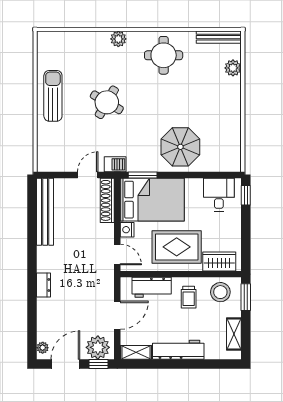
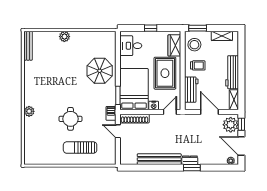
round table: (164, 55) -> (40, 82), removed
plant: (233, 68) -> (64, 37), moved
sun lounger: (53, 96) -> (80, 148), moved
round table: (107, 102) -> (70, 119), turned -30
window: (246, 195) -> (151, 28), moved
bench: (45, 212) -> (159, 159), moved
window: (32, 288) -> (192, 168), added

